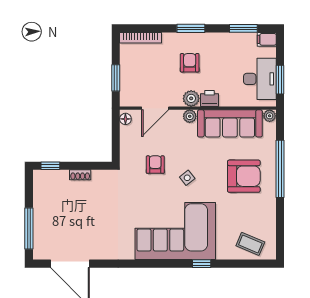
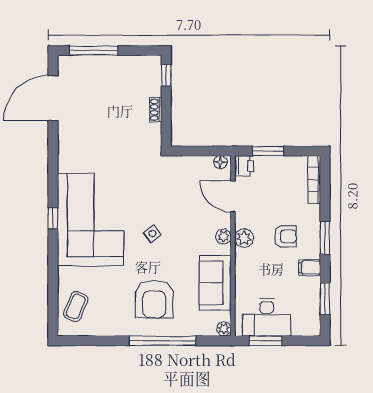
filing cabinet: (267, 39) -> (310, 268), moved, turned -90
printer: (209, 98) -> (244, 166), moved
sofa: (230, 123) -> (215, 283), width x0.73
armchair: (155, 165) -> (168, 197), removed
window: (202, 264) -> (53, 218), moved

